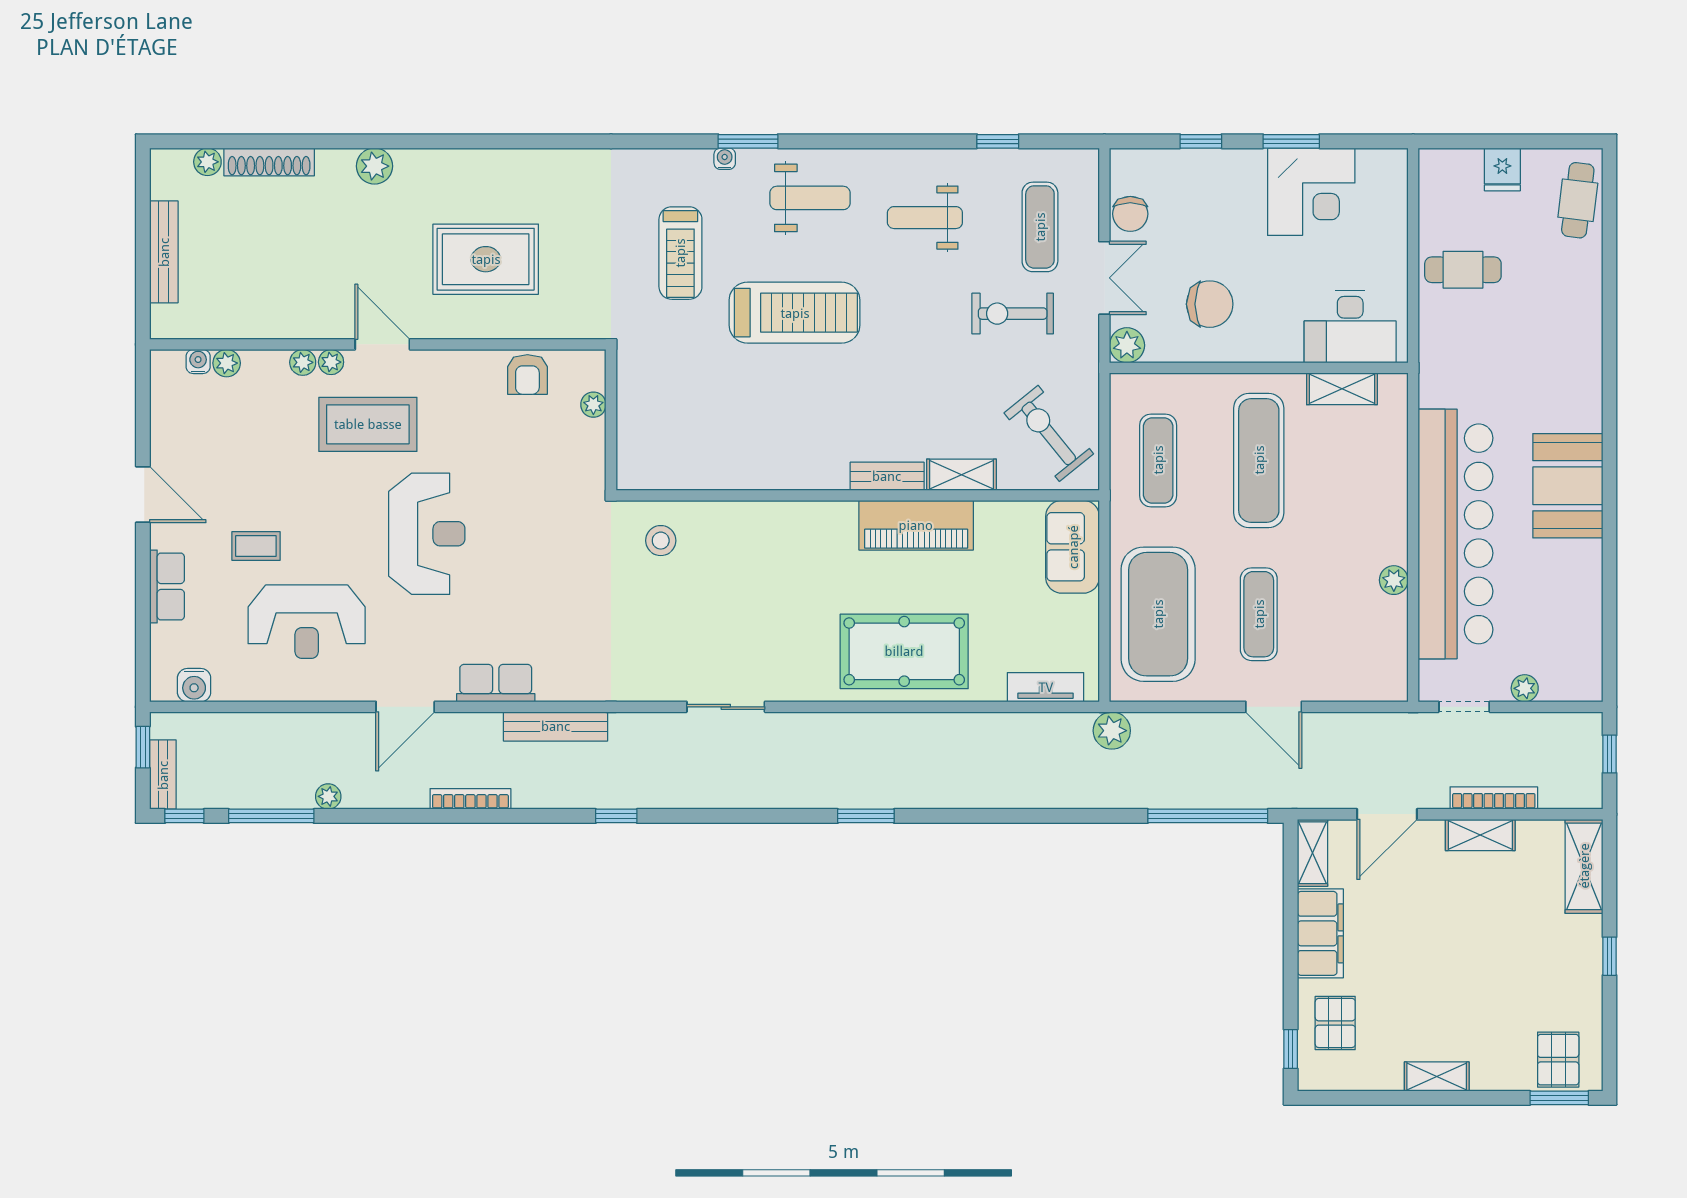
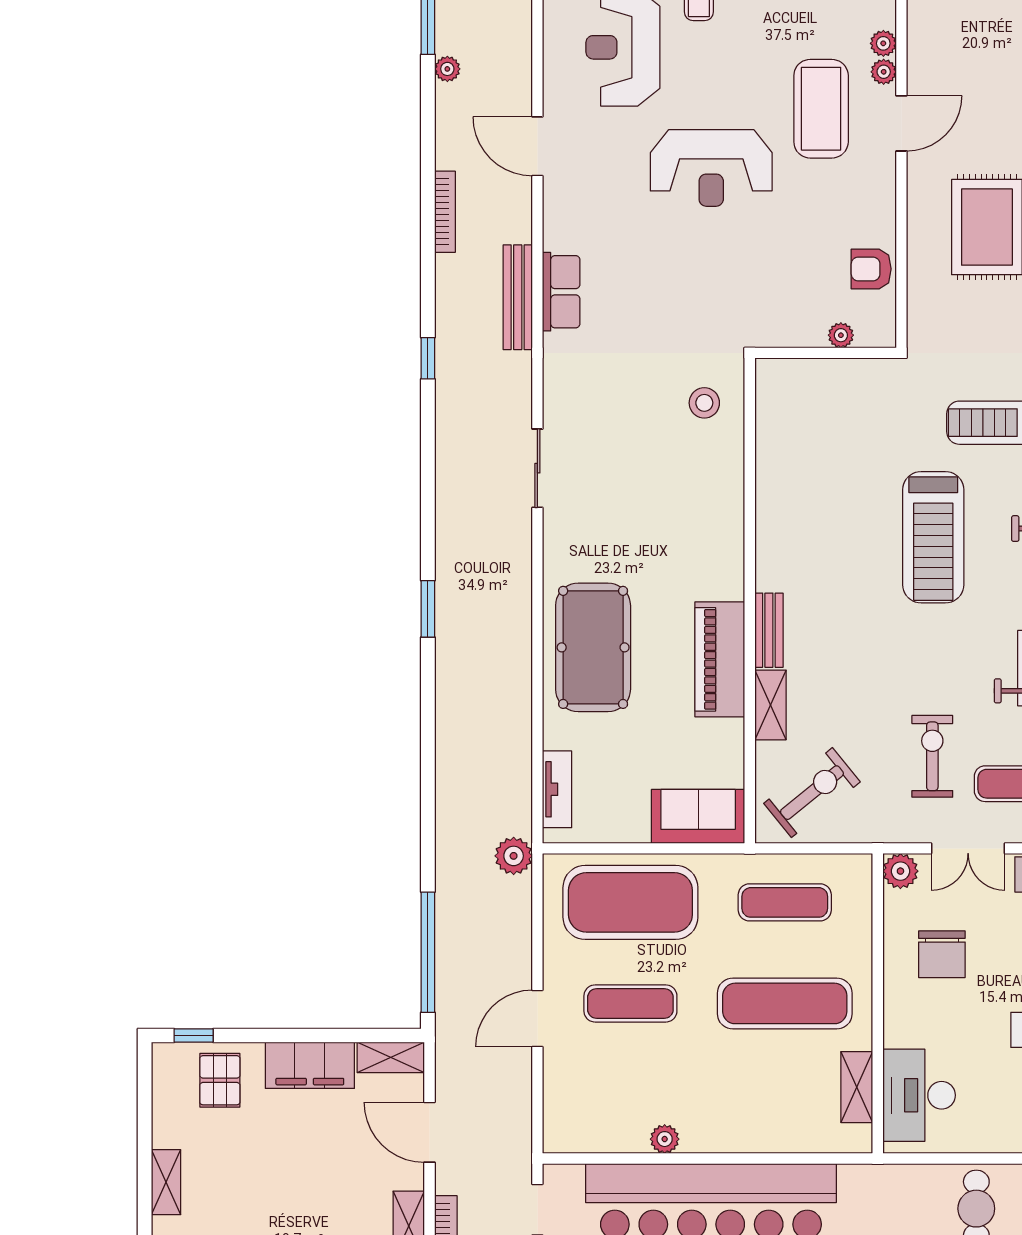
row of seats: (496, 683) -> (561, 292), moved
pallet: (1335, 1023) -> (220, 1080), turned 90

